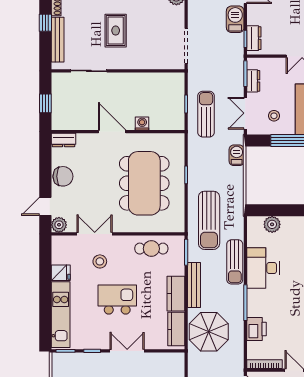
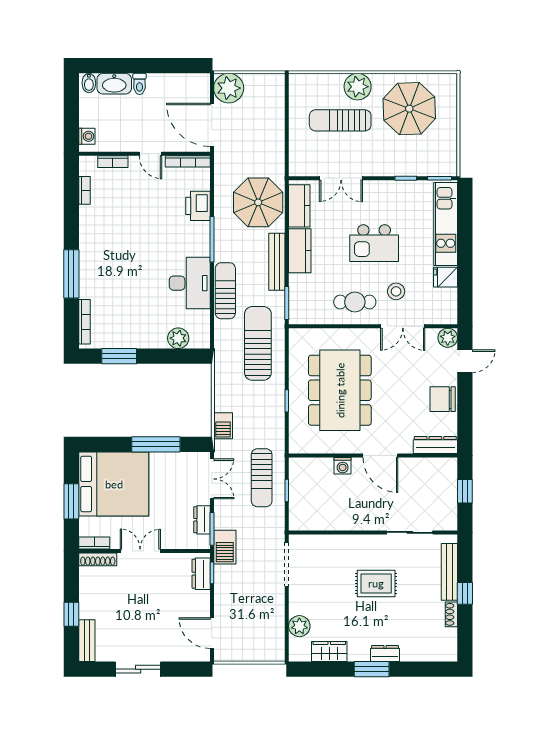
barbecue: (235, 19) -> (225, 547), moved
rug: (116, 31) -> (376, 583), turned 90
stool: (274, 116) -> (176, 476), removed
dresser: (63, 140) -> (435, 445), width x1.44
cafe table: (151, 249) -> (355, 302), moved
double door: (127, 351) -> (341, 178), moved

